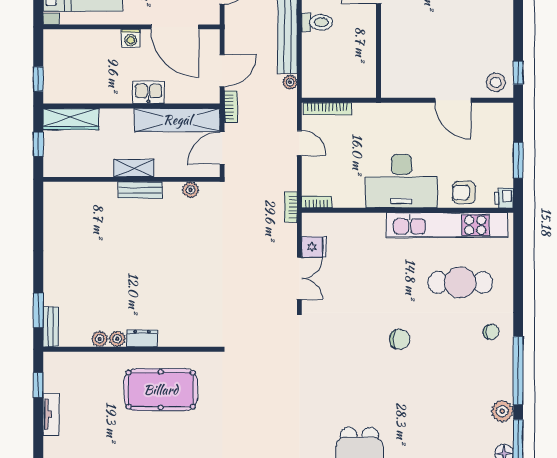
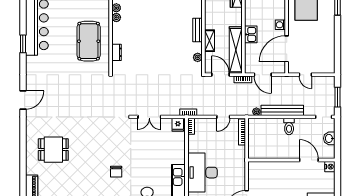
shelving: (134, 168) -> (209, 41), moved
fridge: (314, 247) -> (178, 125), moved
dresser: (142, 338) -> (117, 52), moved

